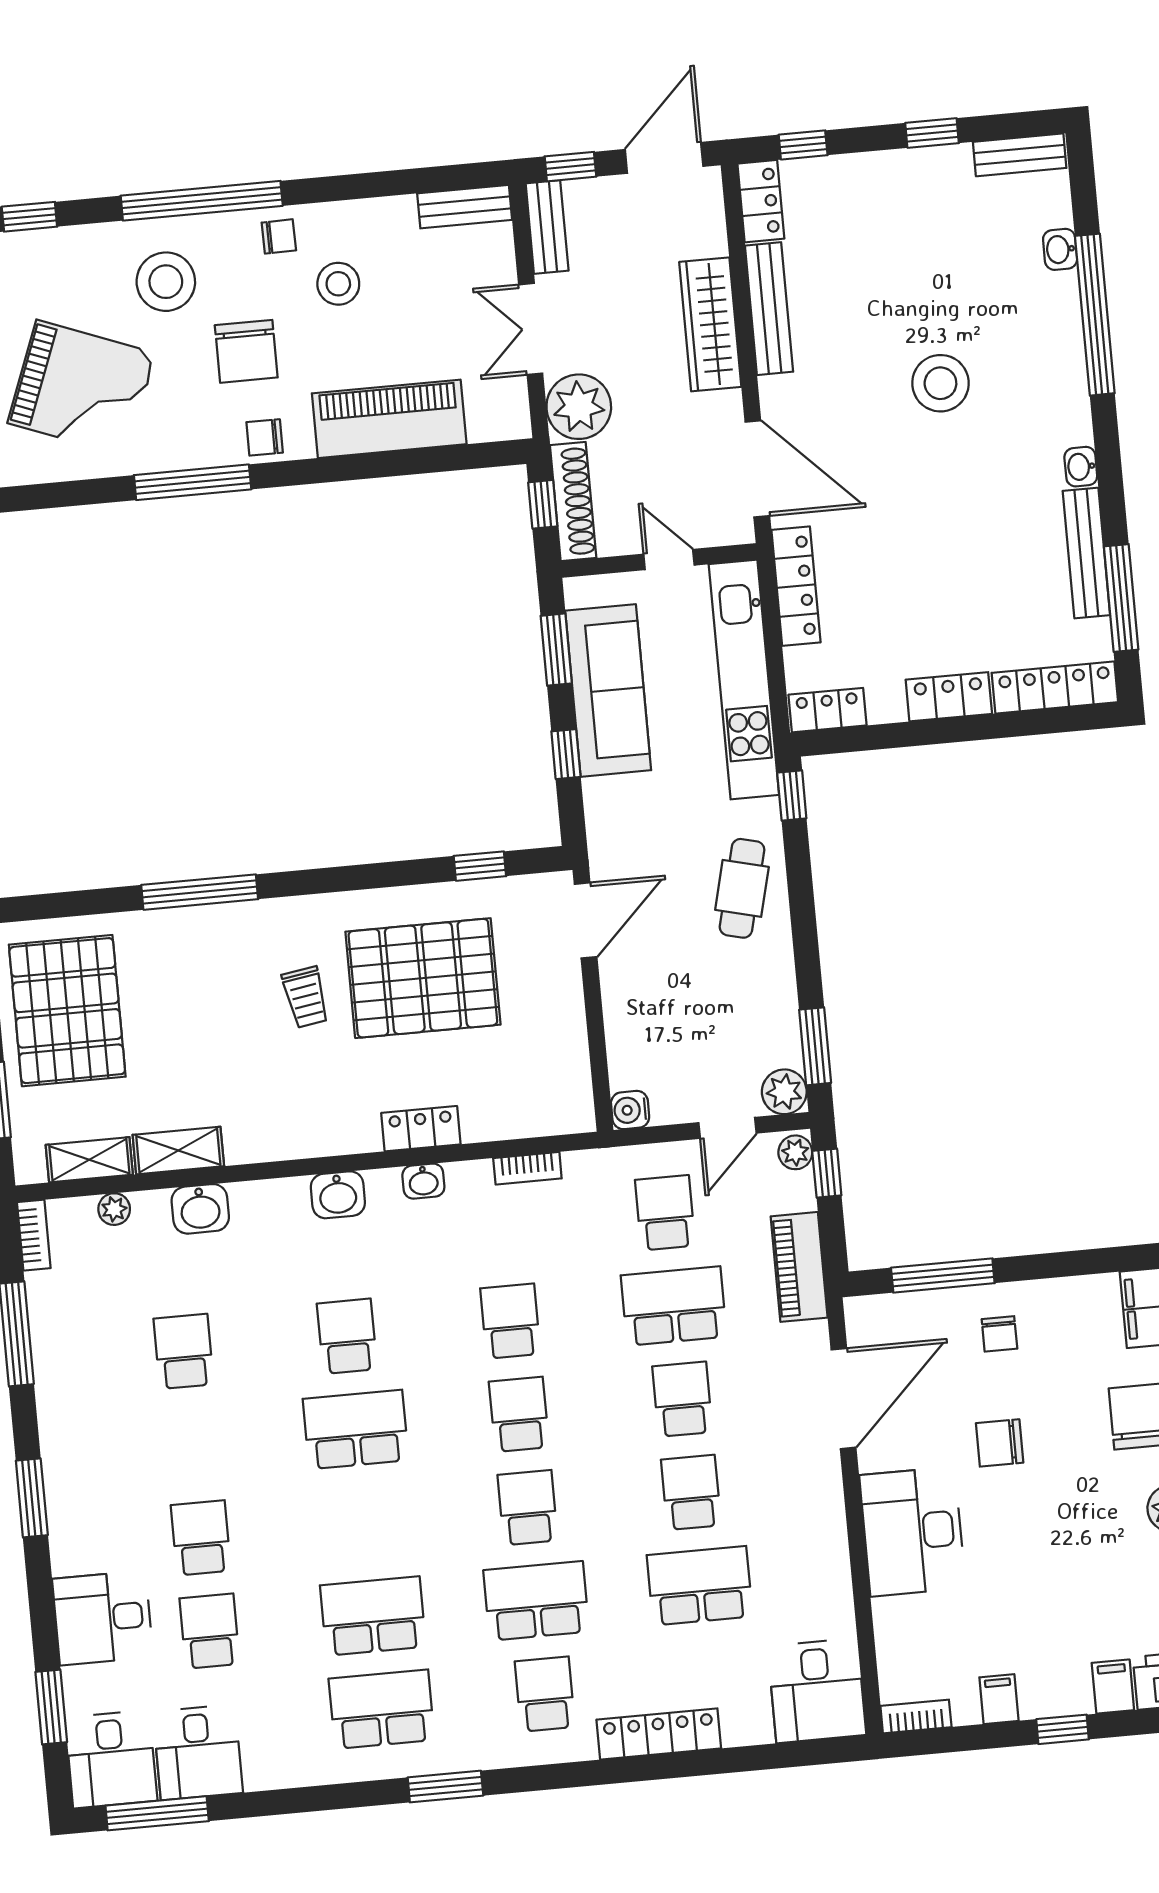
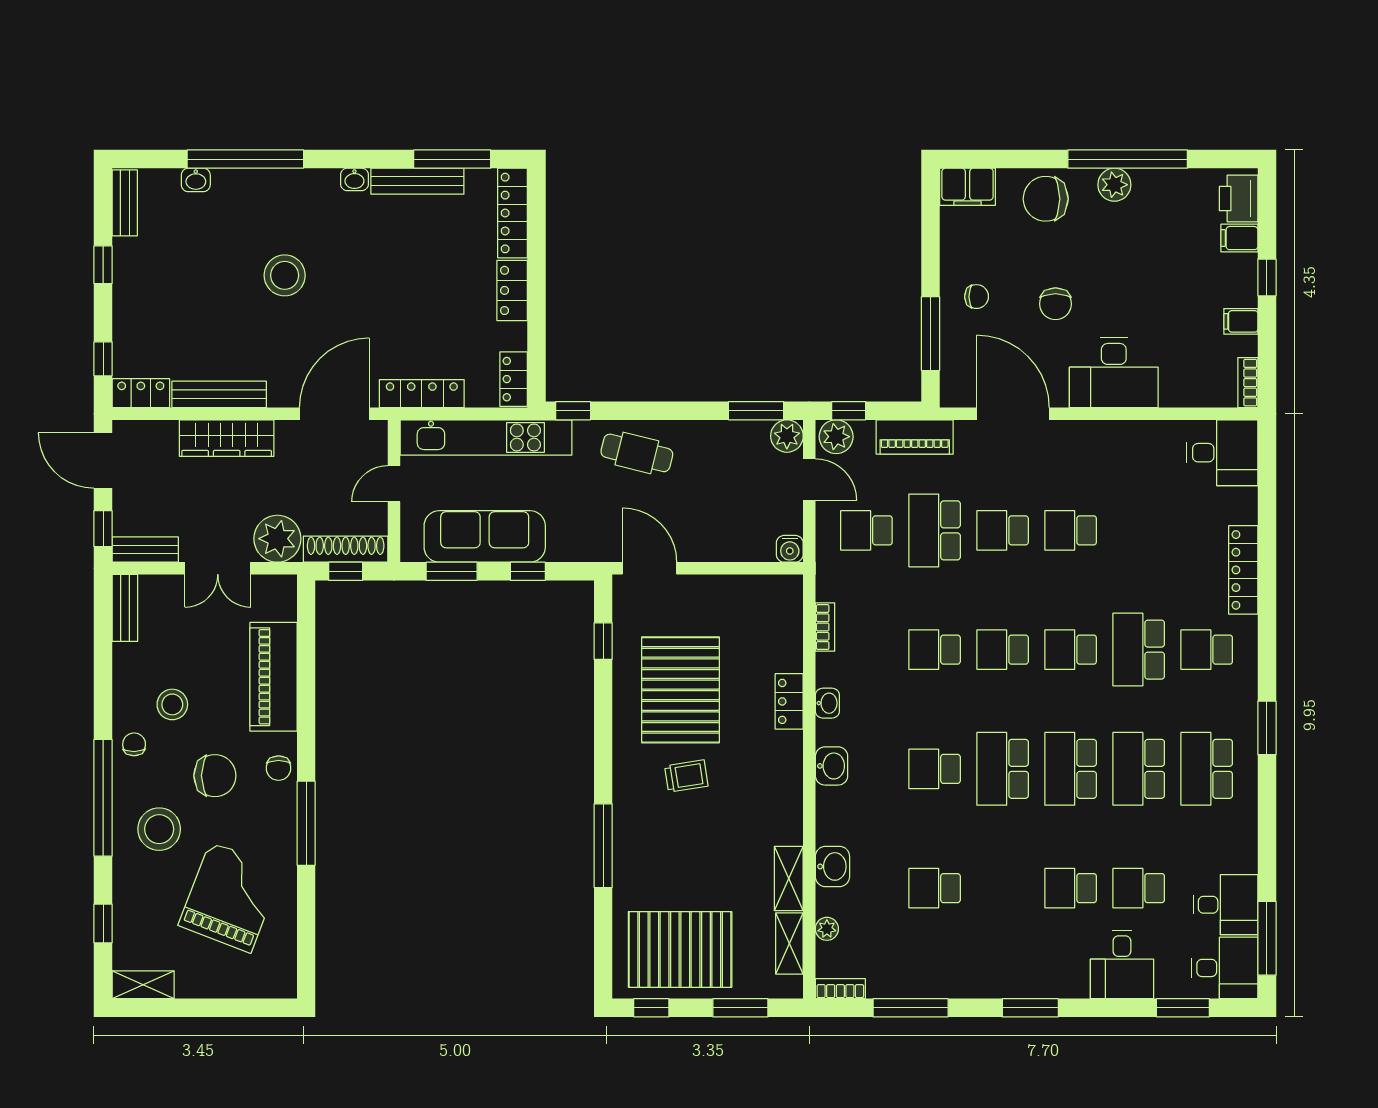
plant: (795, 1152) -> (836, 437), width x1.38, depth x1.38
school desk: (700, 1586) -> (1071, 769), moved

